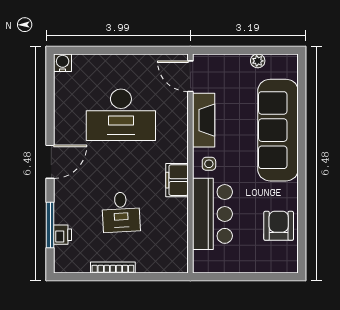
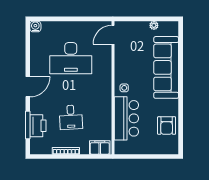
door: (190, 76) -> (113, 35), hinge flipped
fireplace: (204, 120) -> (121, 61), removed
filing cabinet: (177, 180) -> (100, 148), moved, turned 90
armchair: (279, 226) -> (167, 126), turned 180
printer: (63, 235) -> (38, 126), width x1.87, depth x1.48

